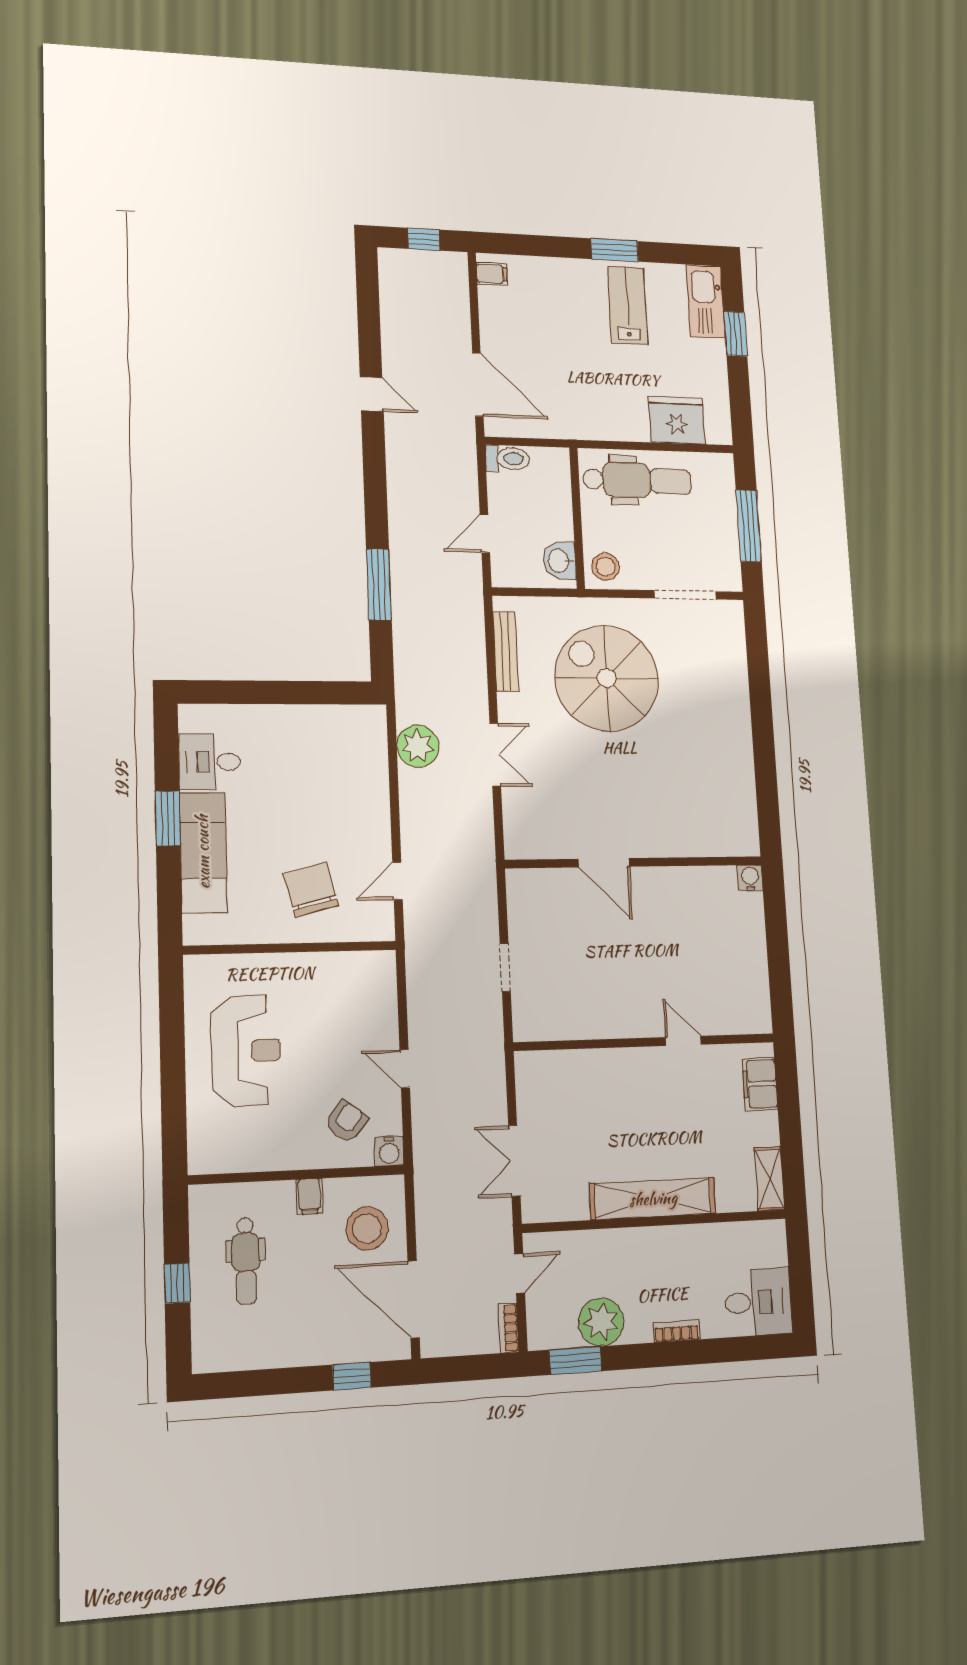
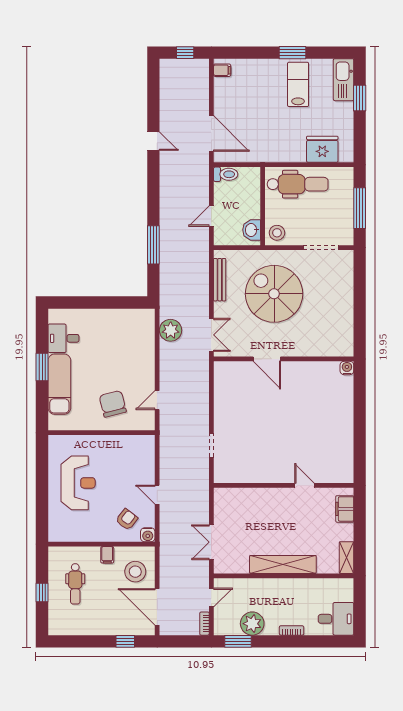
wall: (635, 862) -> (284, 359), moved
door: (604, 863) -> (267, 359), moved
water cooler: (750, 878) -> (347, 368), moved

